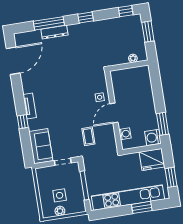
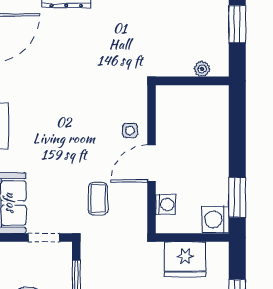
fridge: (152, 159) -> (185, 259), moved

